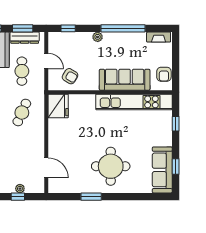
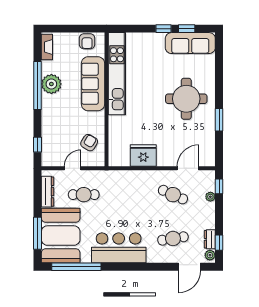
window: (23, 28) -> (38, 194), removed
plant: (98, 37) -> (51, 84), moved, width x1.87, depth x1.87
armchair: (164, 74) -> (87, 41), turned 90
fridge: (58, 106) -> (143, 155), moved
cafe table: (22, 113) -> (173, 195), moved
window: (176, 124) -> (164, 29), moved
window: (18, 197) -> (219, 186), moved

